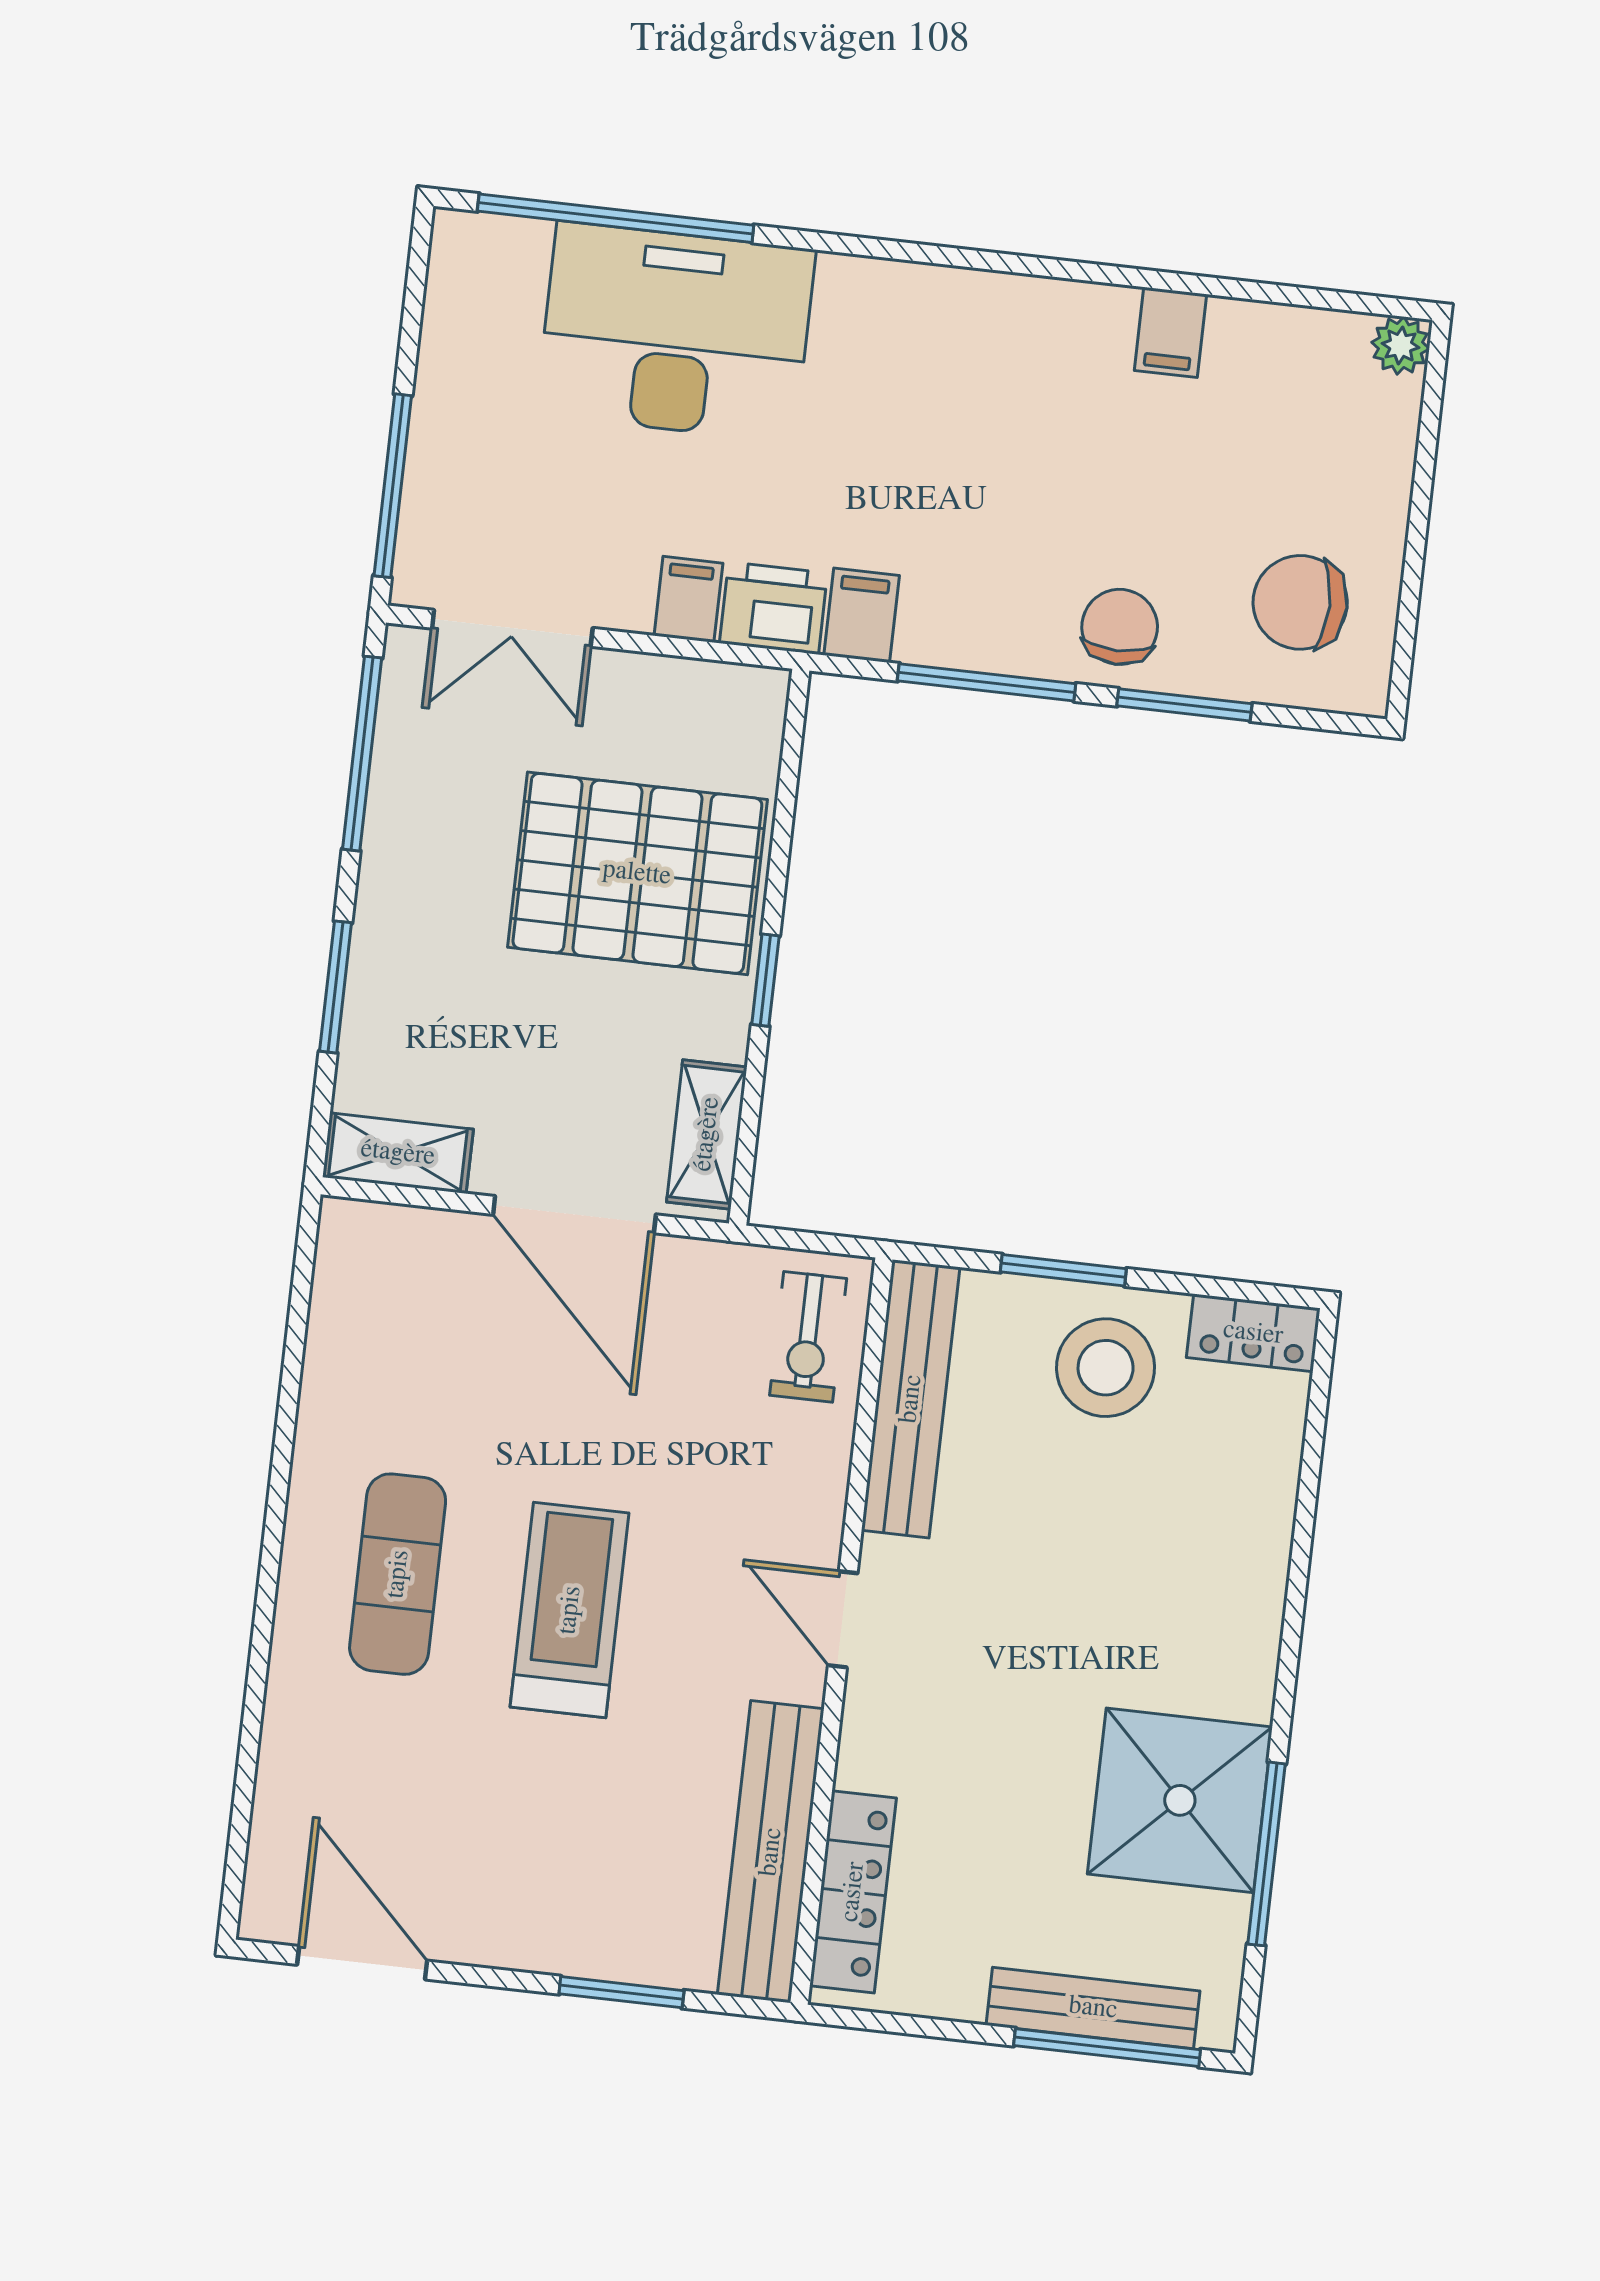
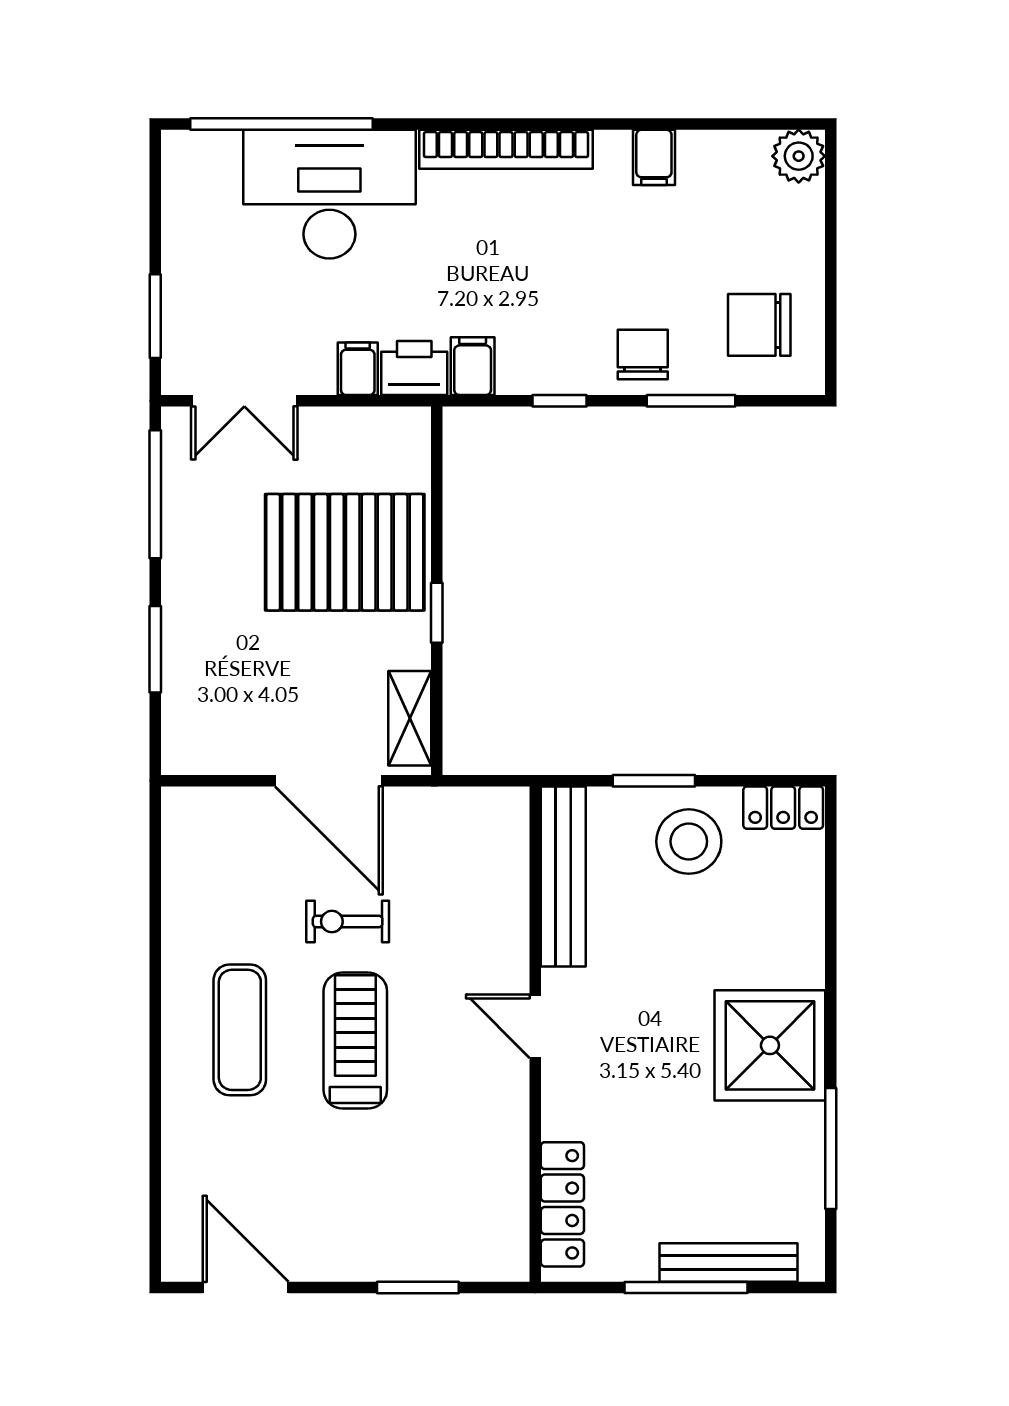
bookcase: (949, 295) -> (506, 149), added
plant: (1401, 345) -> (799, 156), width x1.38, depth x1.38
window: (393, 486) -> (155, 316), width x0.69
window: (987, 682) -> (560, 401), width x0.46
shelving: (398, 1153) -> (209, 754), removed
exercise bike: (808, 1337) -> (348, 922), moved, turned 90
shower: (1180, 1800) -> (770, 1045), moved
bench: (771, 1852) -> (505, 1184), removed
window: (1107, 2048) -> (686, 1287), moved

